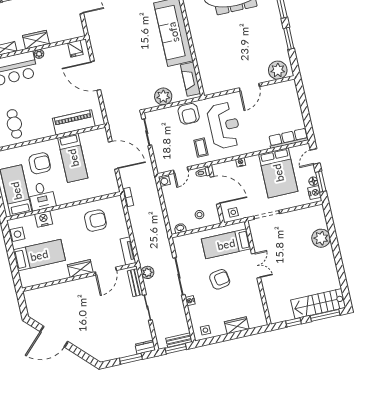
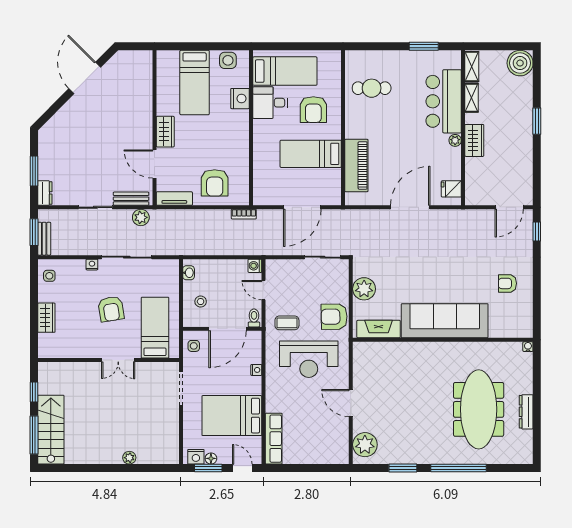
armchair: (95, 221) -> (215, 183), moved
plant: (321, 238) -> (129, 458), width x0.53, depth x0.53

